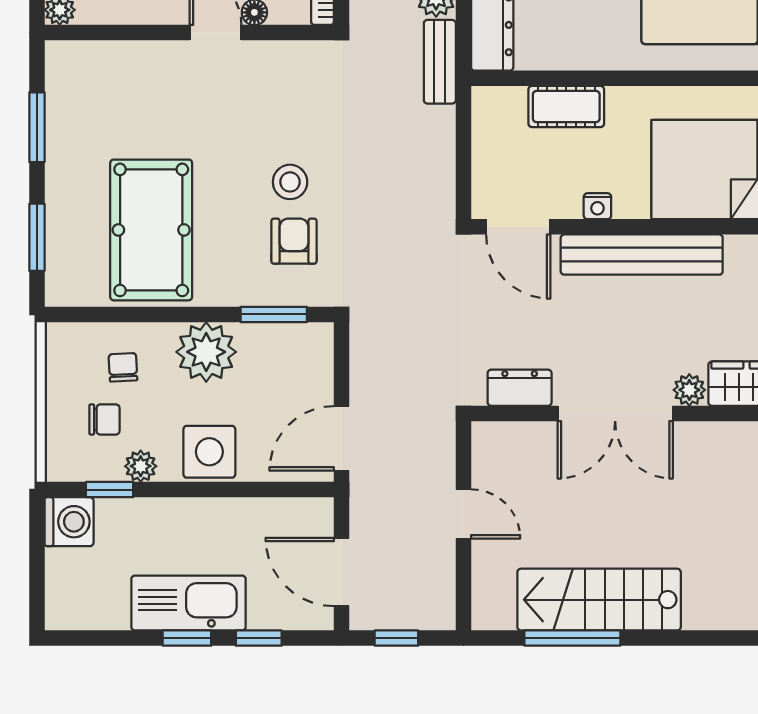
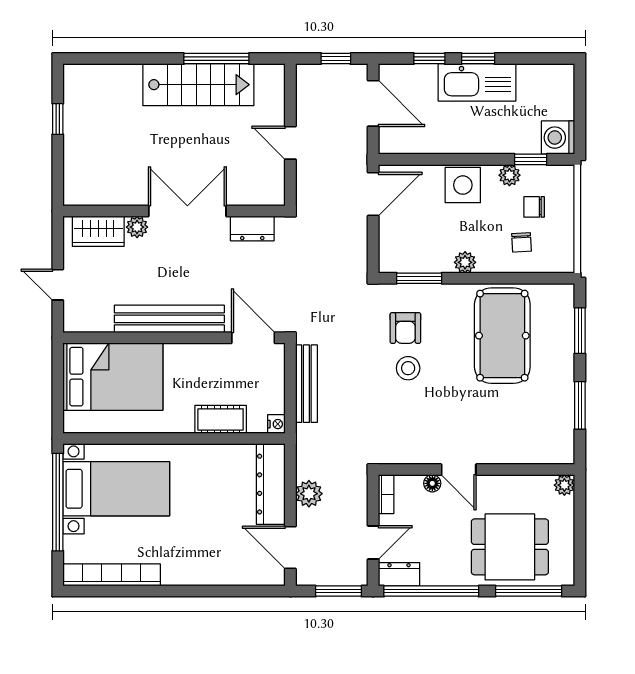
bench: (440, 62) -> (306, 384), moved, width x1.36
nightstand: (597, 206) -> (276, 424), moved, turned 90
plant: (206, 352) -> (465, 262), width x0.53, depth x0.53

